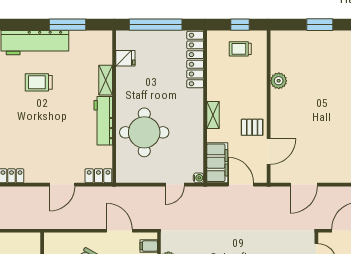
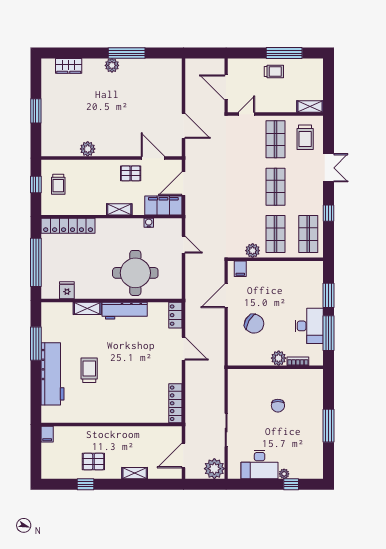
trolley: (39, 82) -> (89, 370), turned 180
pallet: (252, 127) -> (131, 173), turned 90
water cooler: (198, 178) -> (149, 223), moved

